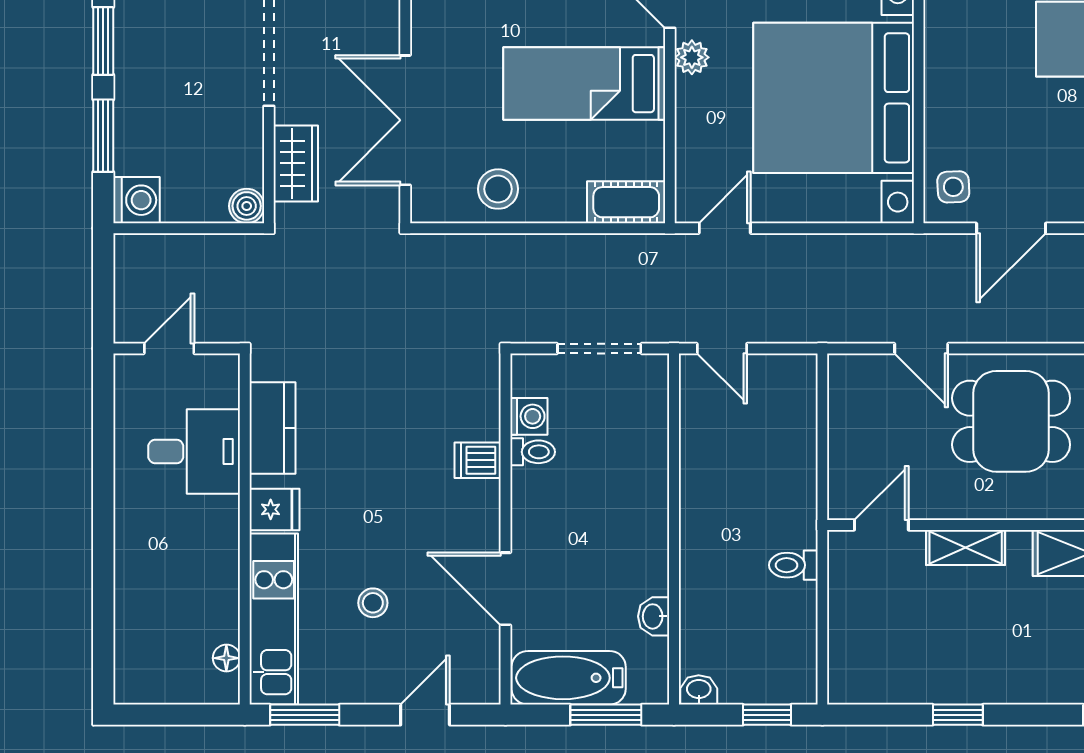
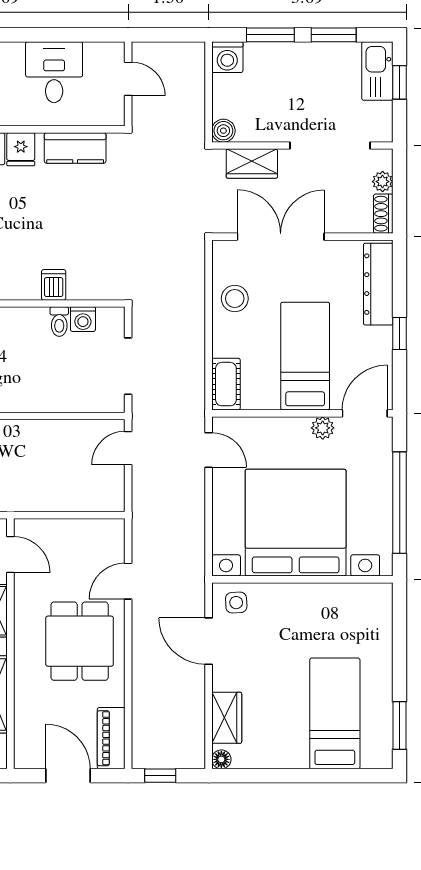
desk: (194, 451) -> (54, 72), moved, turned 180

